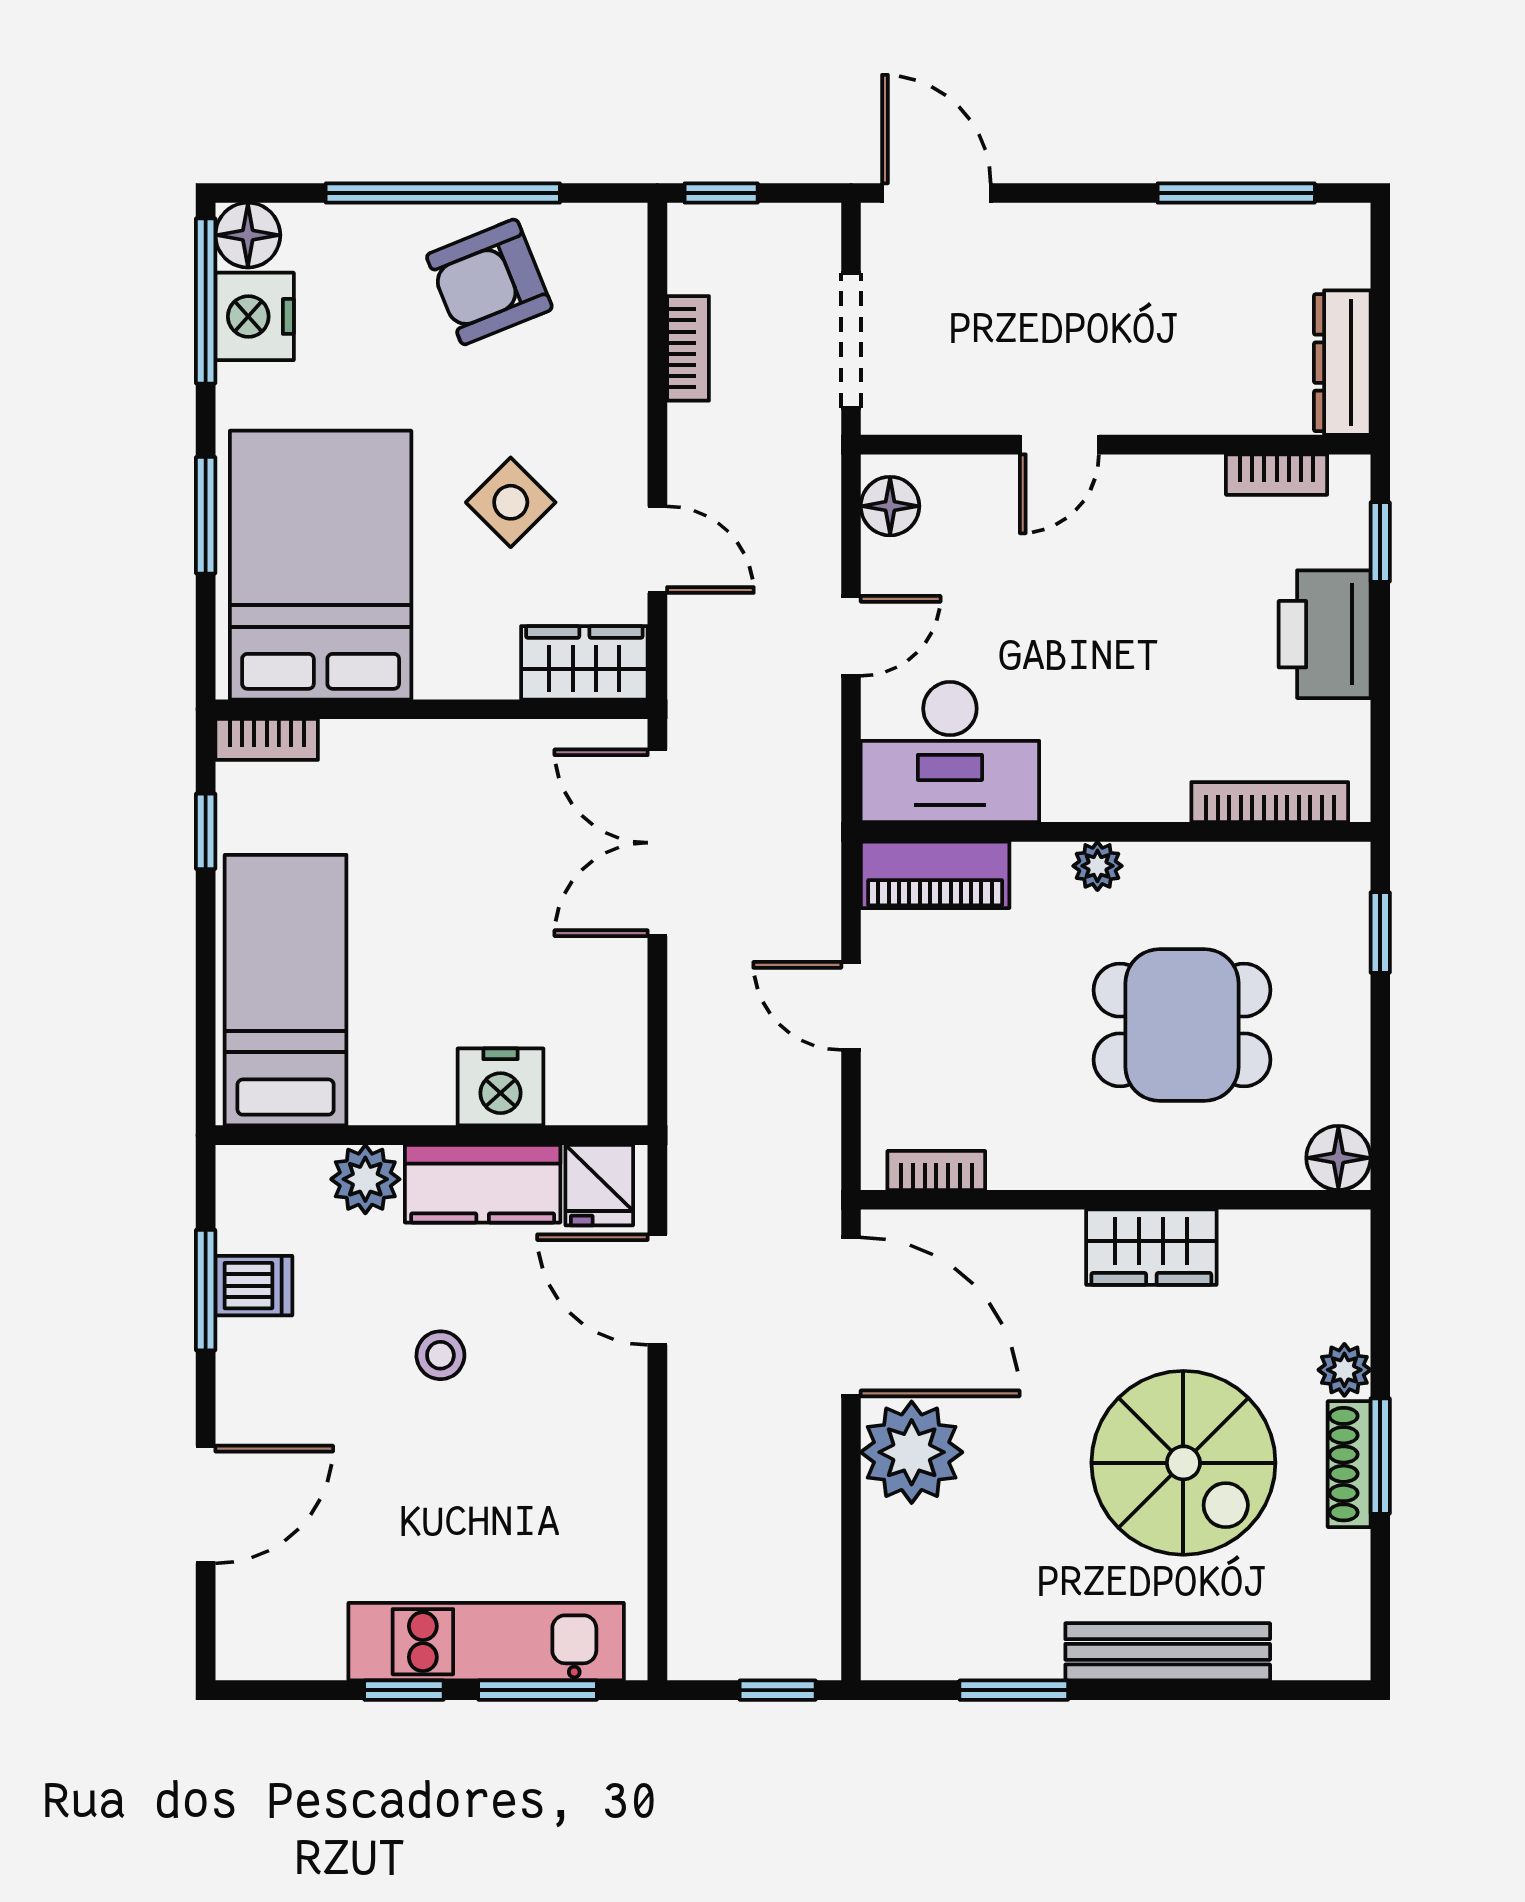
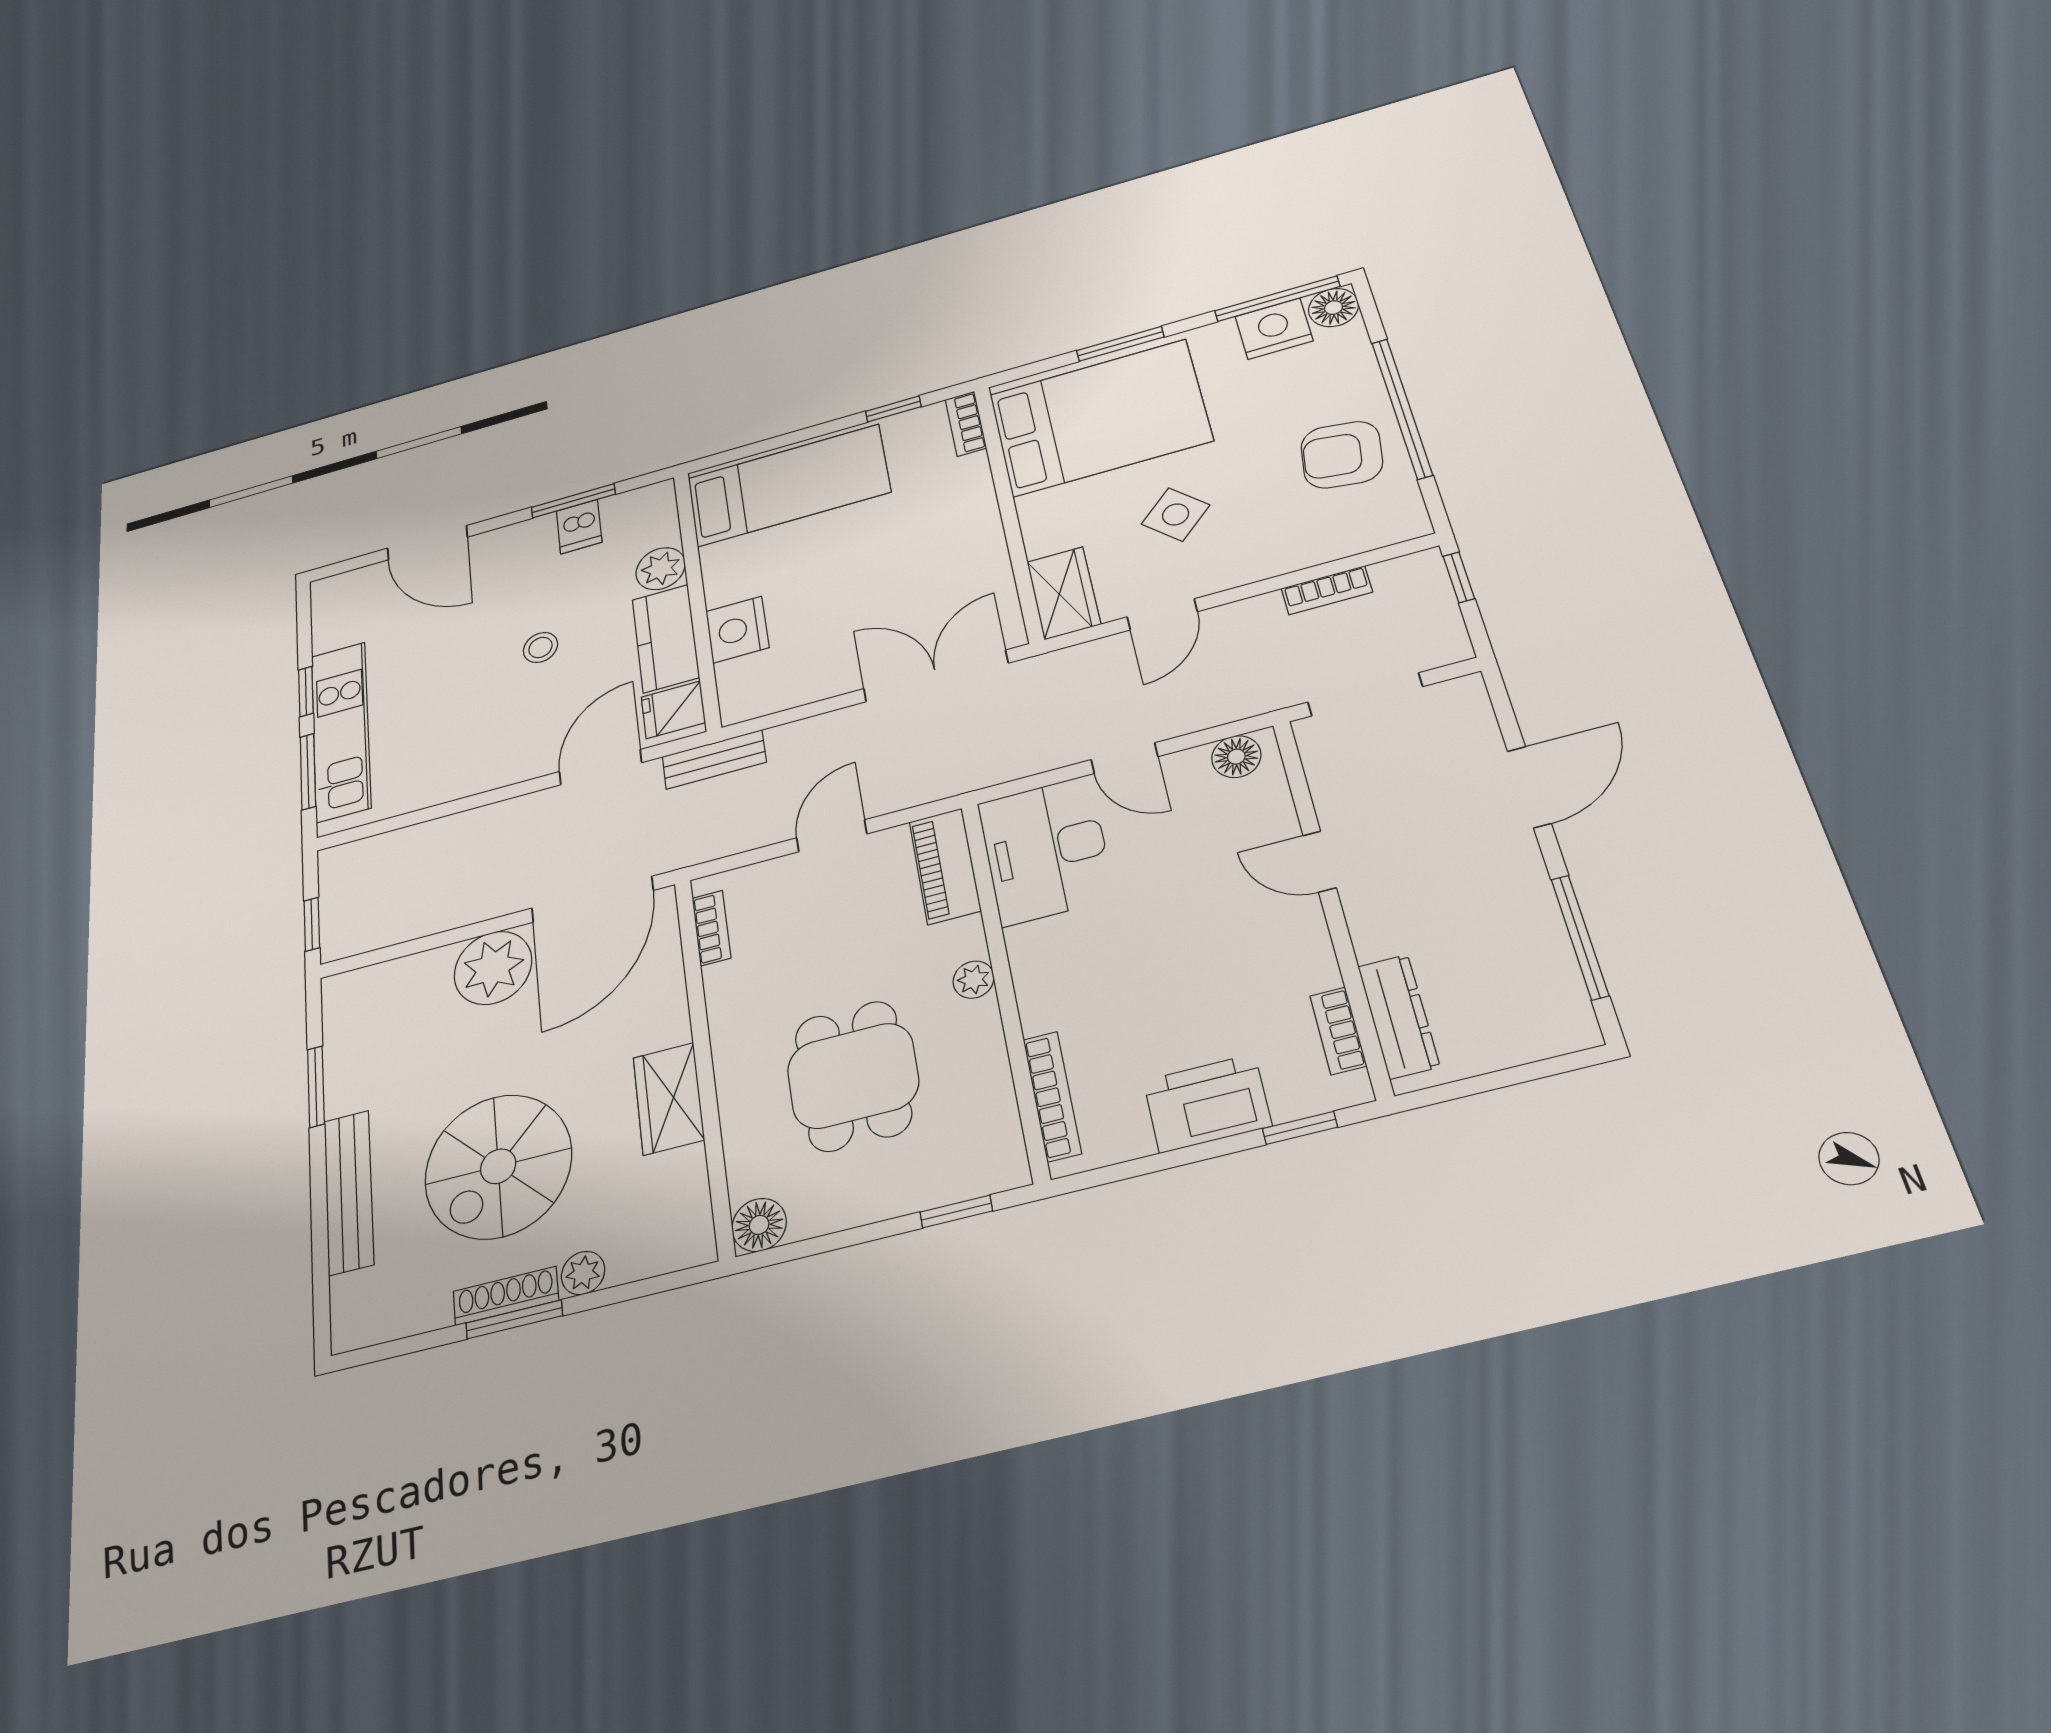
door: (936, 193) -> (1529, 787), moved
armchair: (489, 282) -> (1342, 455), turned -60
dresser: (1342, 363) -> (1399, 1016), moved, turned 90
bench: (693, 1140) -> (714, 759), added

